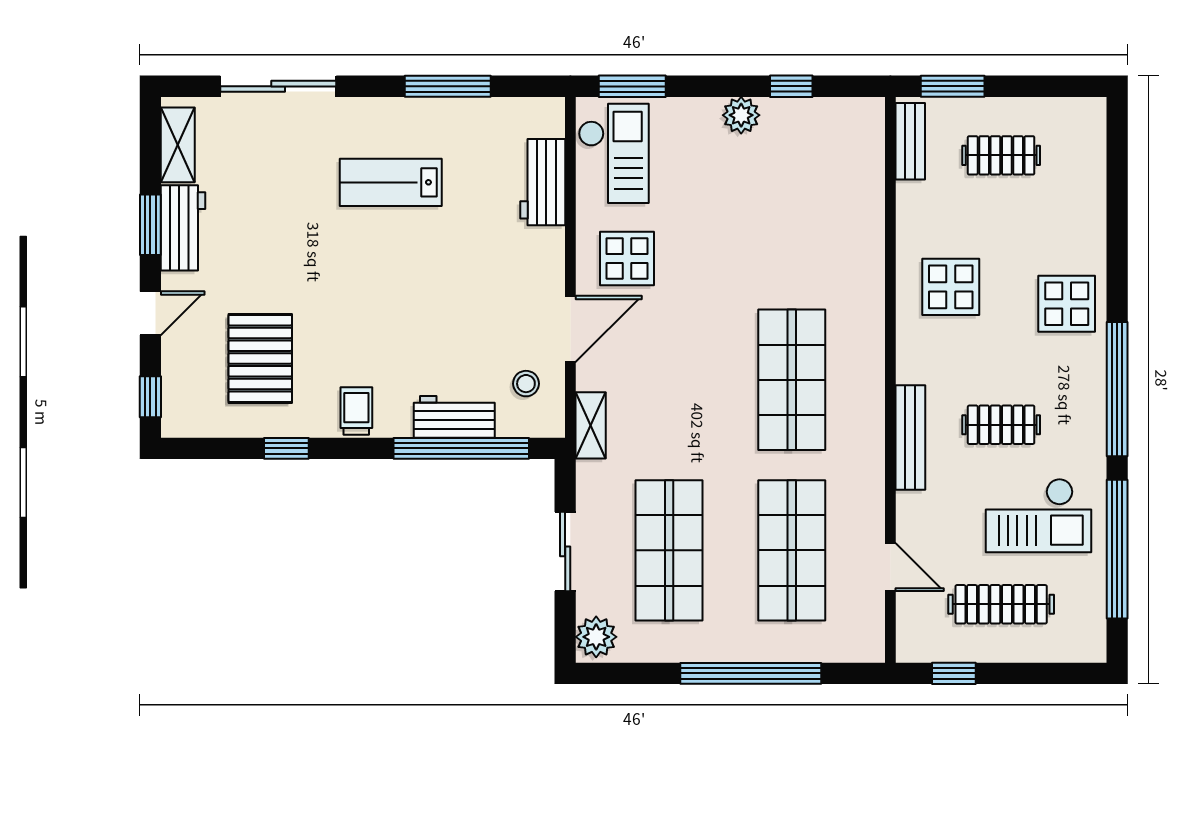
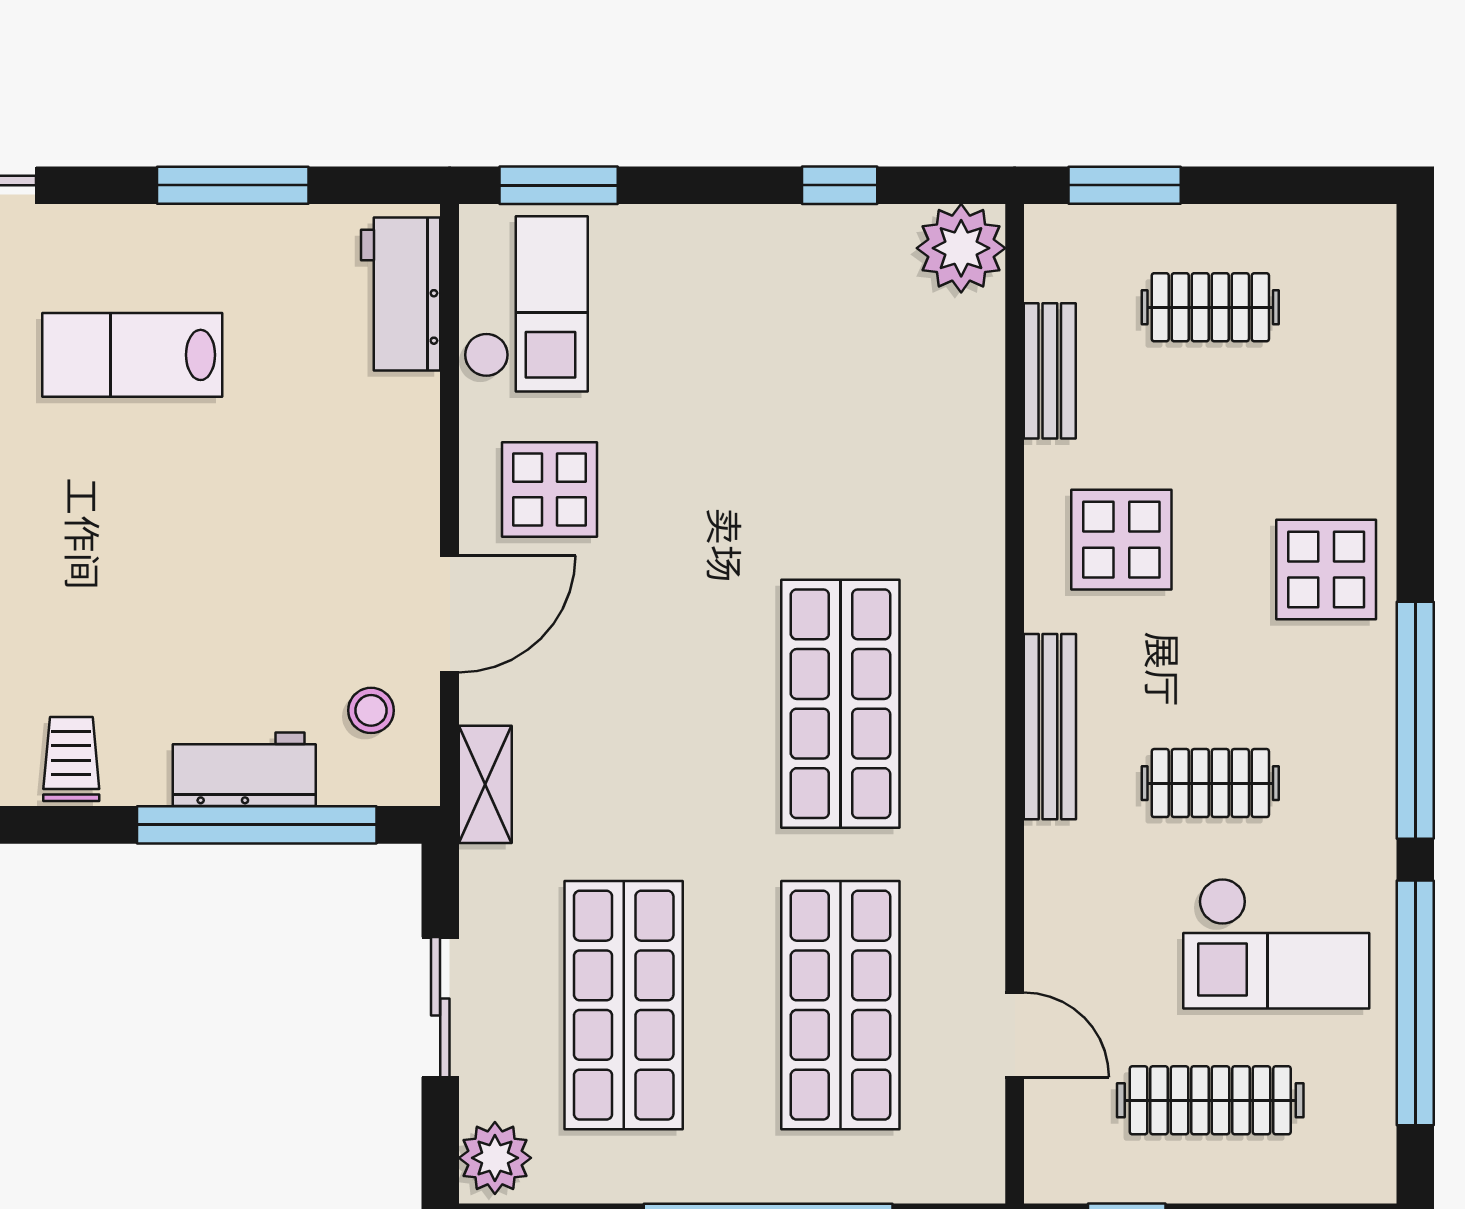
plant: (741, 115) -> (961, 248), moved, width x1.36, depth x1.36
bench: (910, 141) -> (1050, 371), moved
workbench: (543, 182) -> (401, 294), moved
bench: (910, 438) -> (1050, 727), moved

